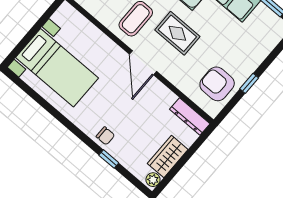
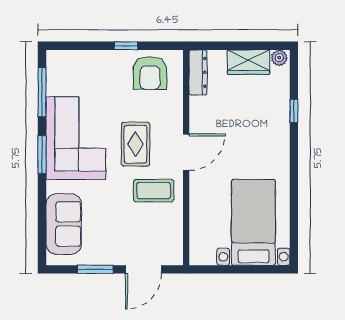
chair: (105, 136) -> (277, 131), removed

